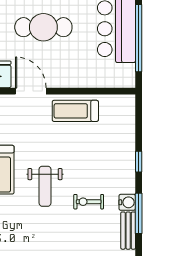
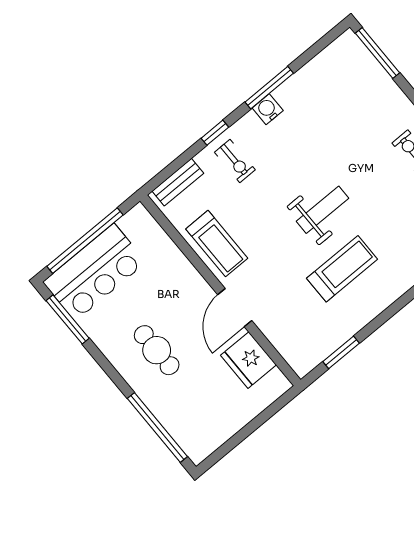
cafe table: (43, 27) -> (157, 350), width x0.73, depth x0.74
exercise bike: (89, 202) -> (235, 161), moved
bench: (128, 231) -> (178, 182), moved

